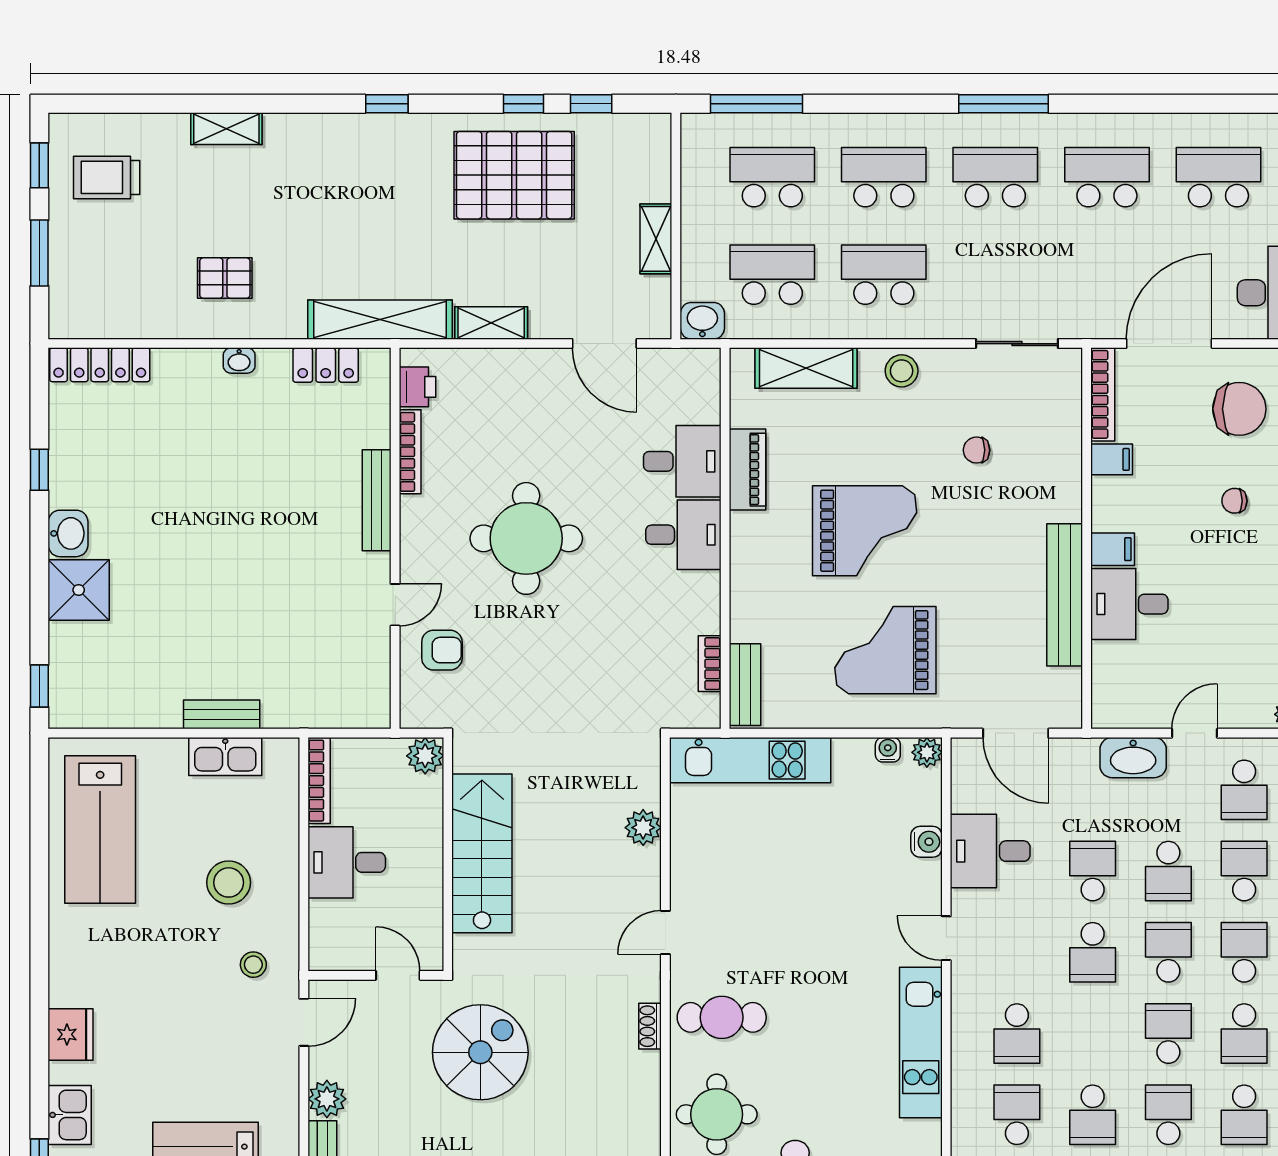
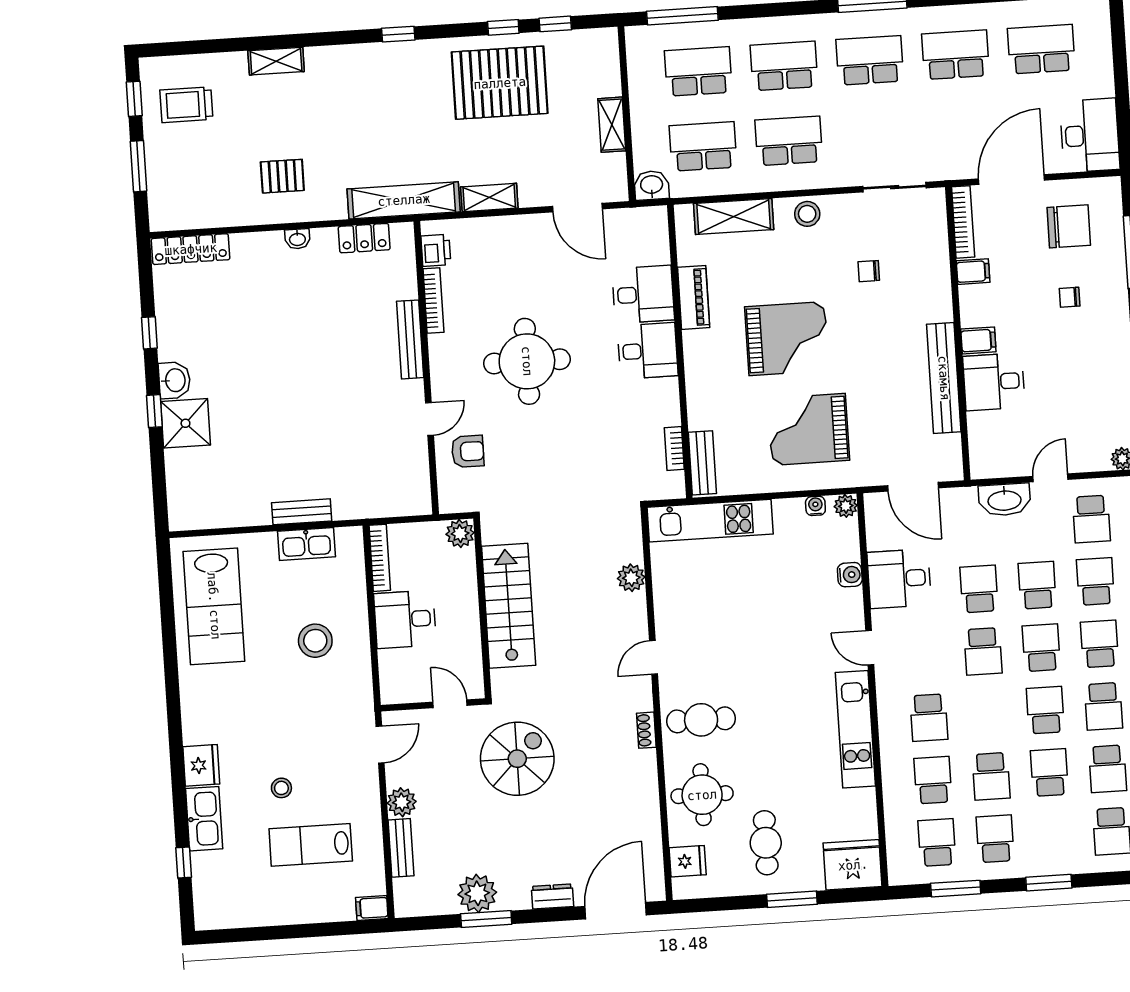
window: (39, 686) -> (154, 411), moved
school desk: (1168, 871) -> (1037, 585), turned 180
stool: (253, 965) -> (281, 788), moved
kitchen sink: (70, 1115) -> (204, 819), width x1.38

